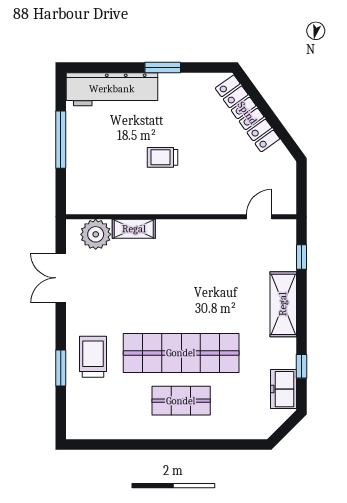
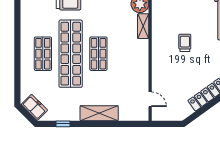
window: (301, 257) -> (127, 124), removed
shop shelf: (181, 305) -> (98, 54), added
freezer: (284, 389) -> (34, 107), moved, turned 45

